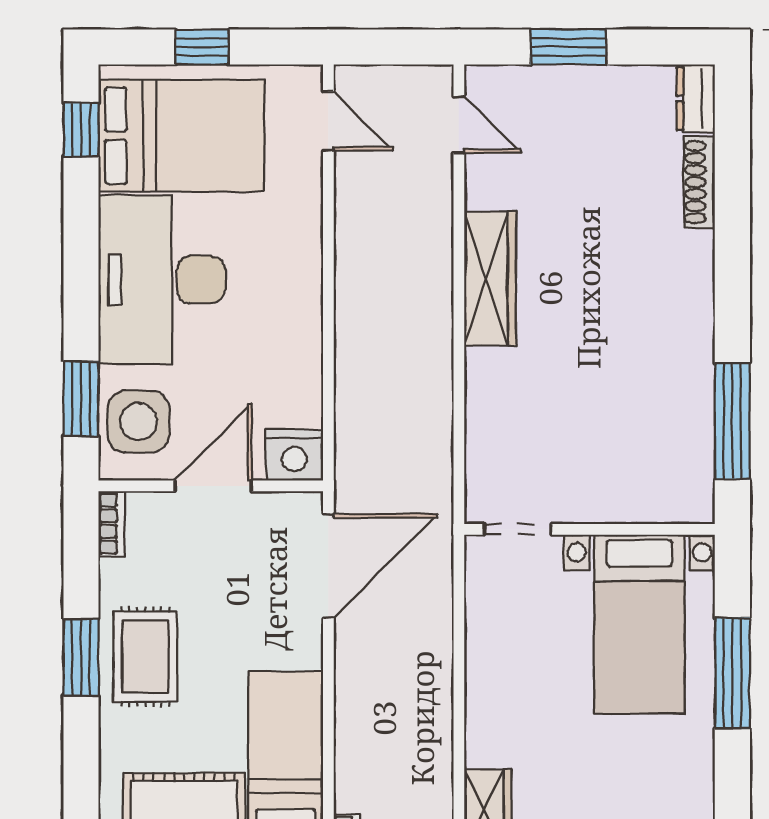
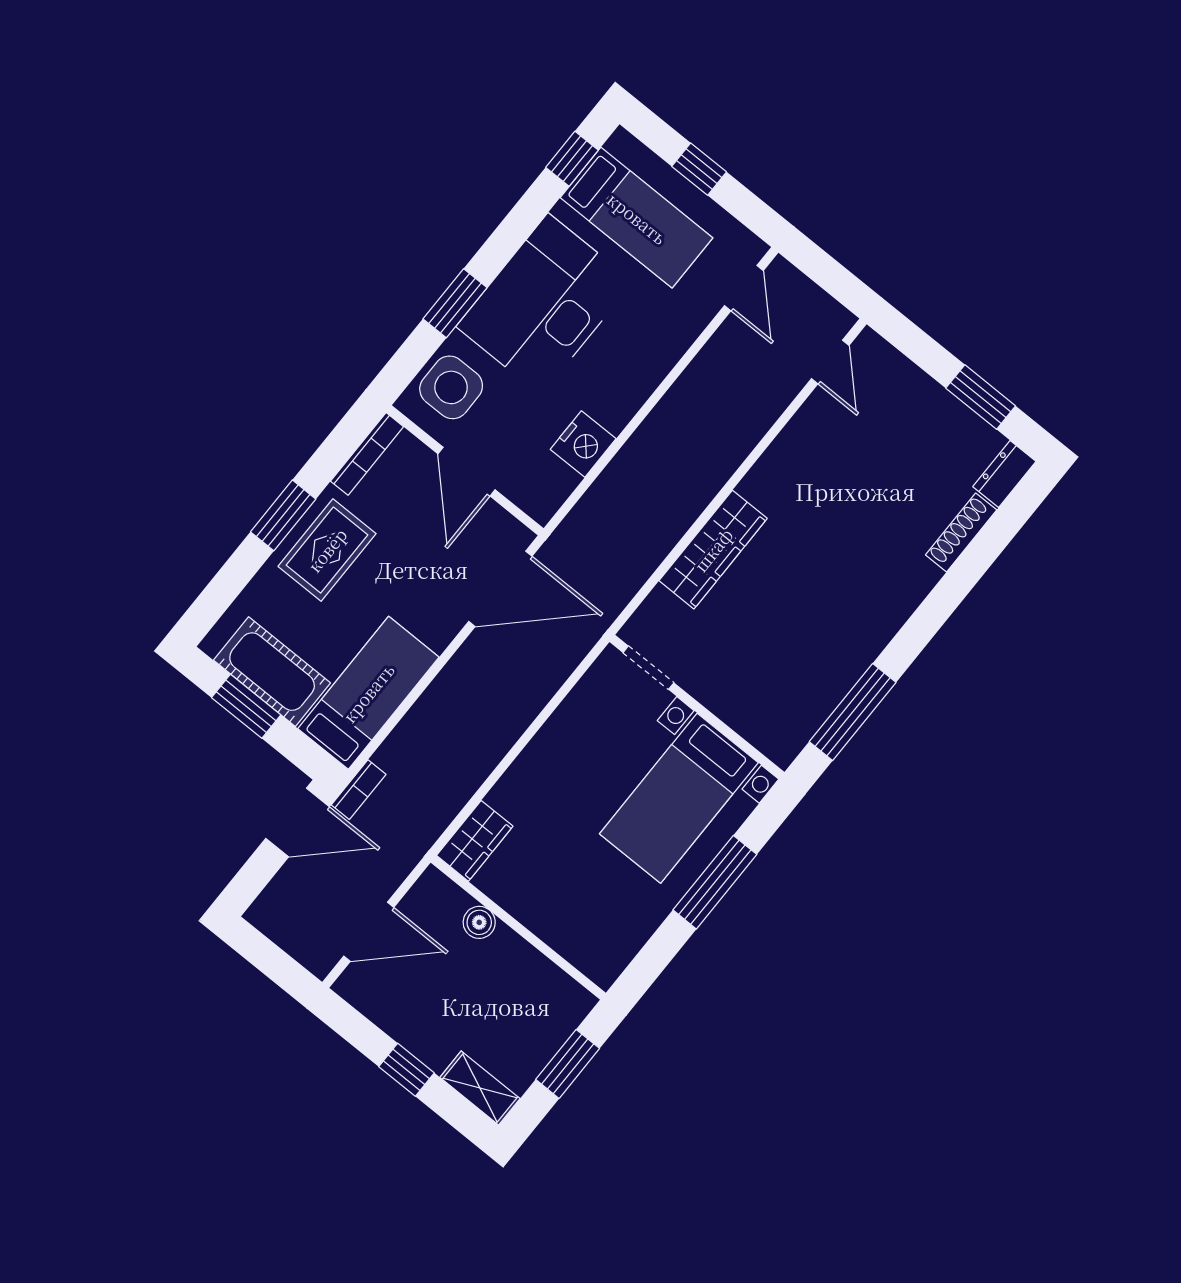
window: (568, 47) -> (981, 397), moved
bed: (181, 136) -> (637, 218), width x0.67
wardrobe: (490, 279) -> (713, 550), moved
window: (81, 399) -> (455, 303), moved
nightstand: (294, 455) -> (583, 444), moved, turned -90
door: (213, 486) -> (467, 472), swing flipped
bookcase: (111, 524) -> (367, 454), width x1.56

